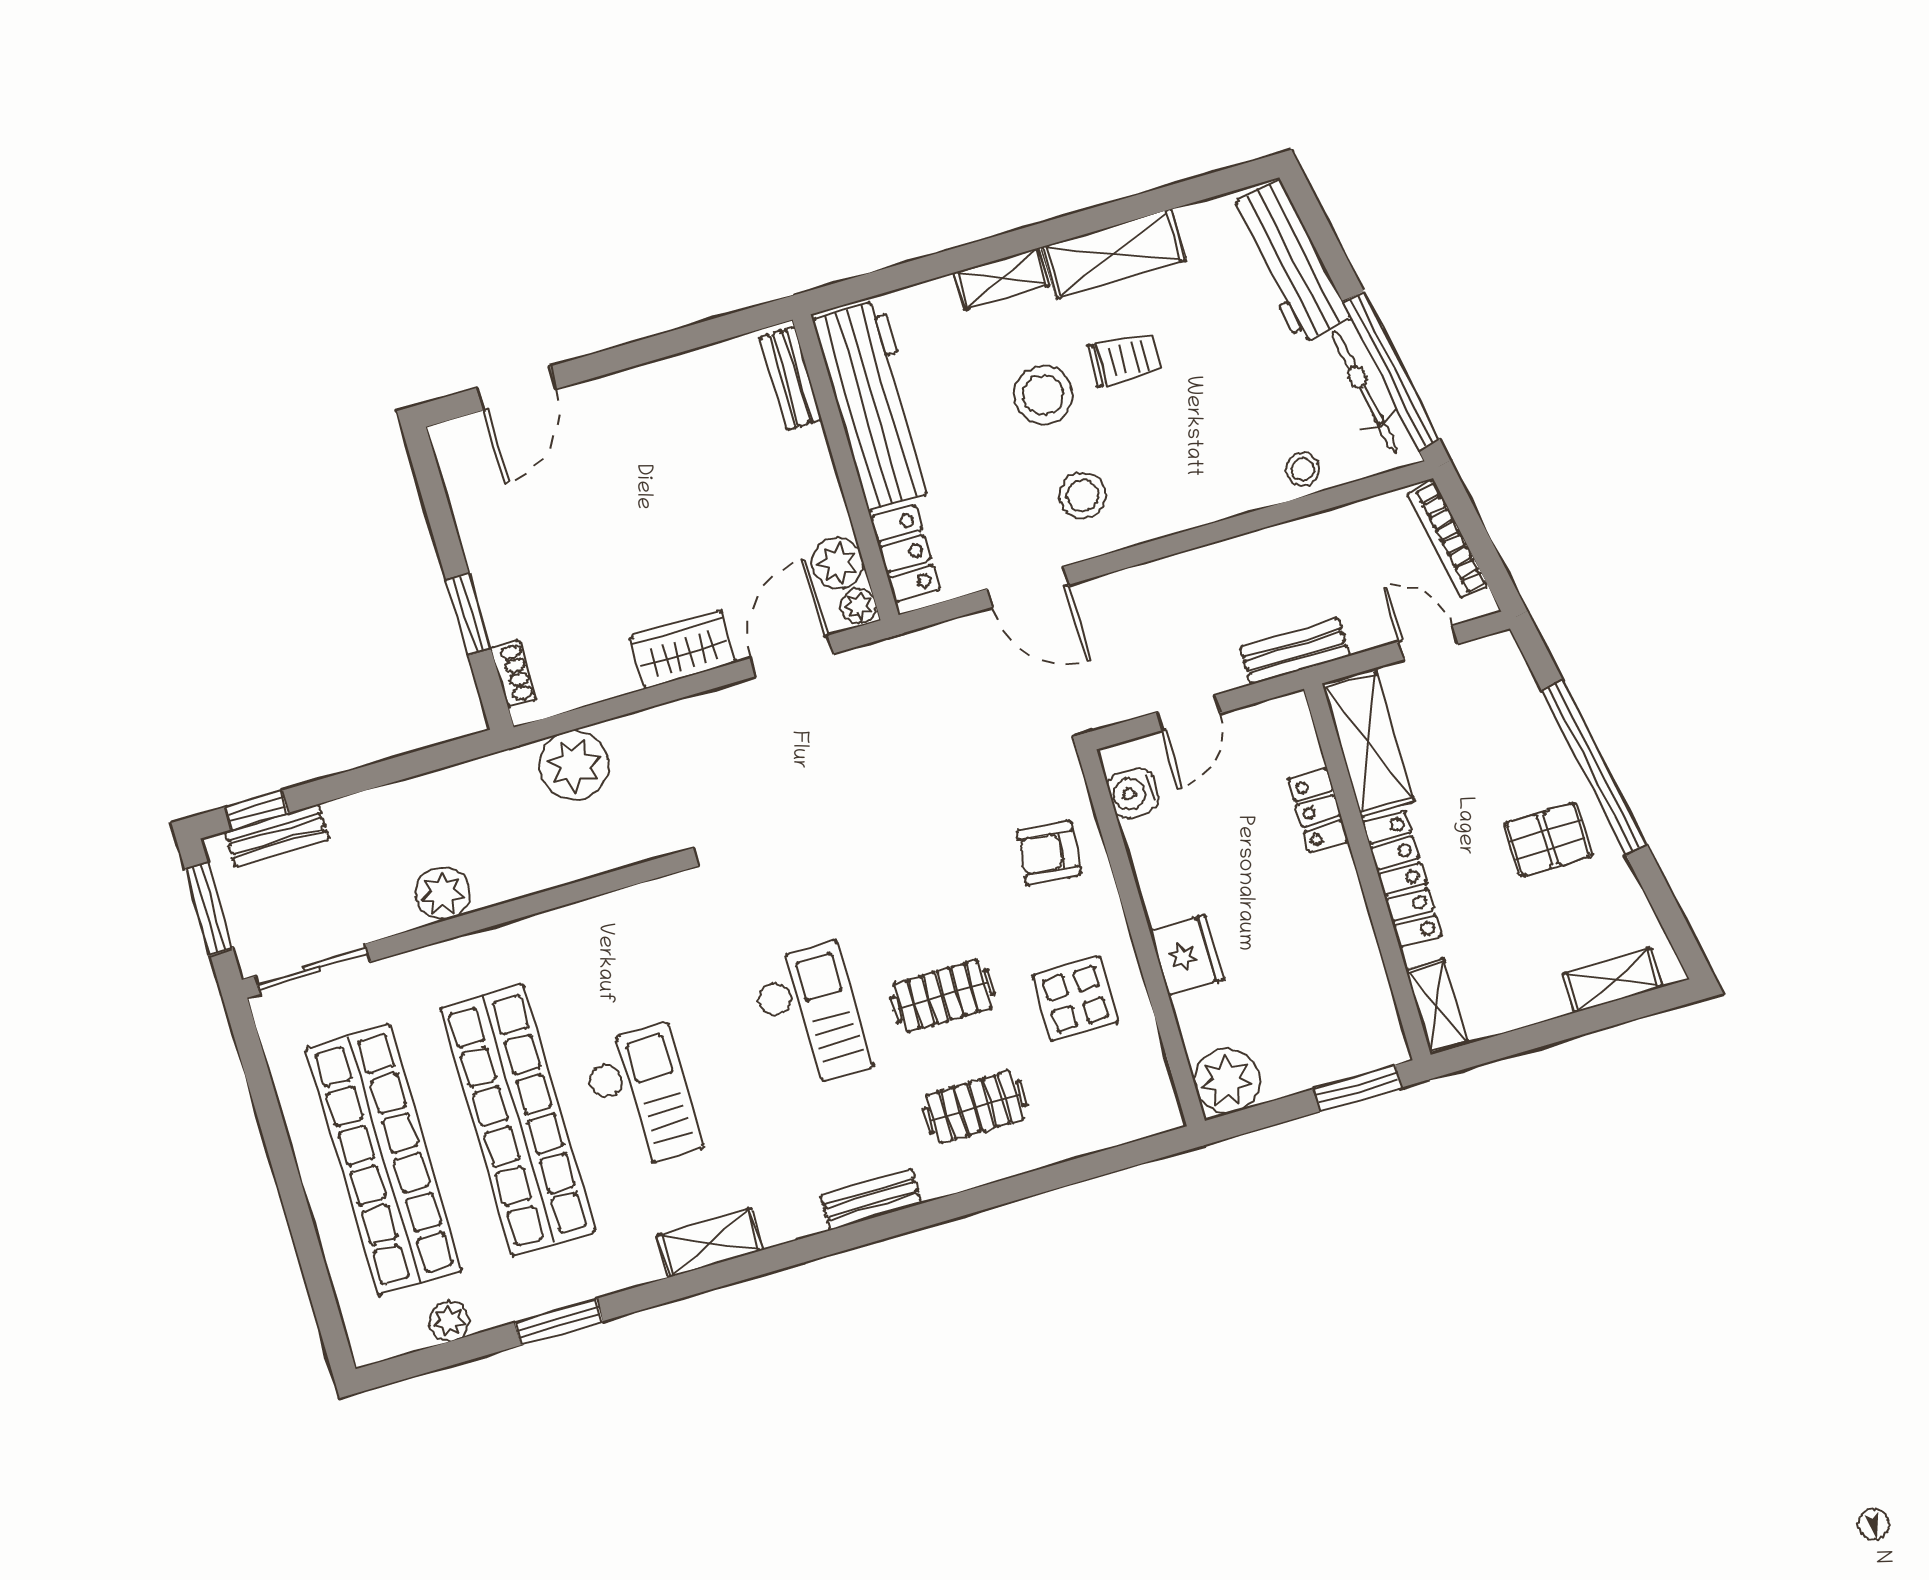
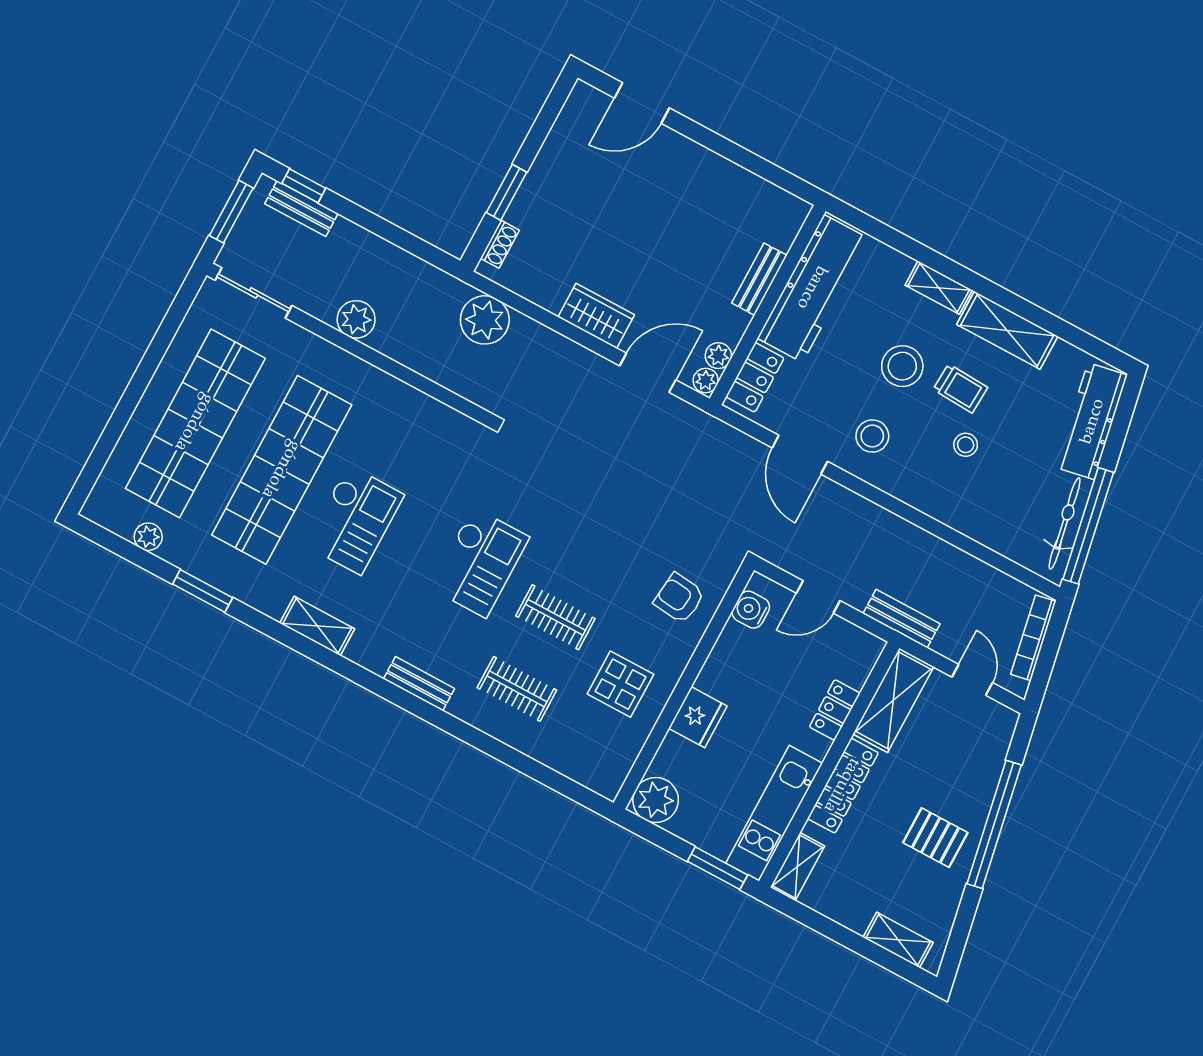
bench: (791, 378) -> (759, 279), moved
stool: (1303, 469) -> (966, 445), moved
plant: (838, 563) -> (718, 356), width x0.73, depth x0.73
kitchen unit: (1360, 976) -> (774, 813), added

